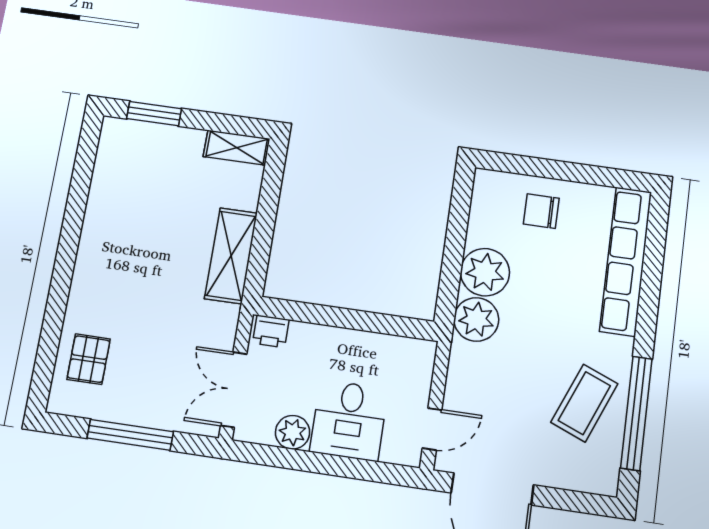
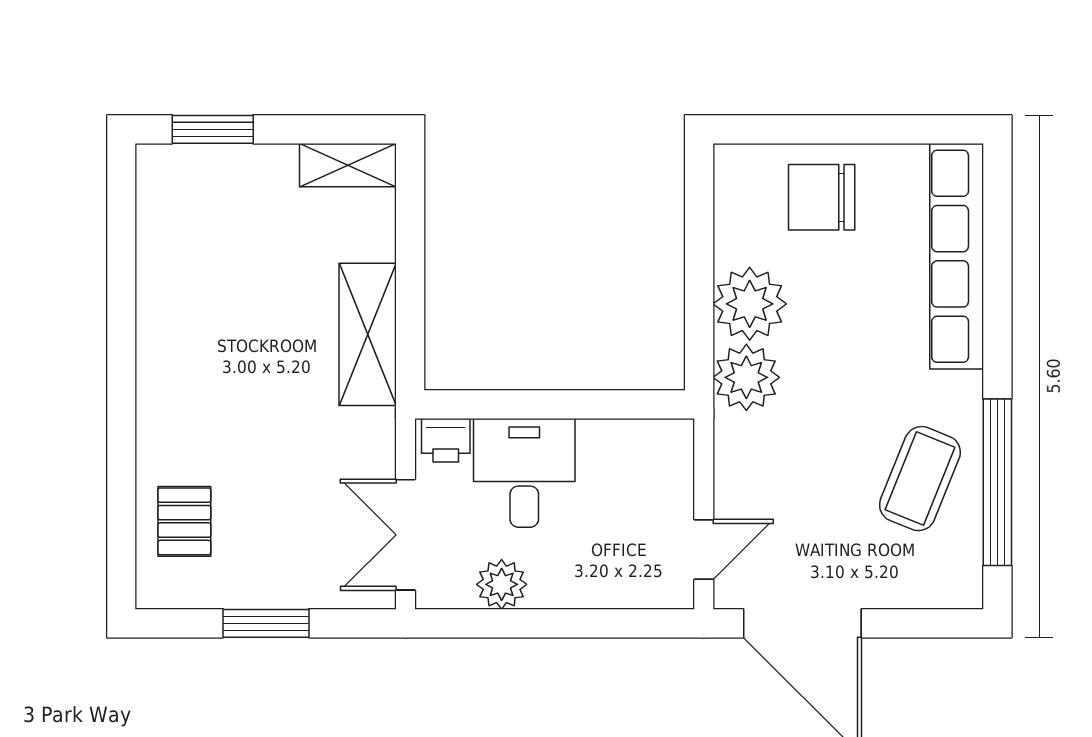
chair: (541, 211) -> (822, 197), width x1.37, depth x1.37
desk: (349, 420) -> (524, 473), moved, turned 180
window: (130, 435) -> (266, 623), width x0.69

